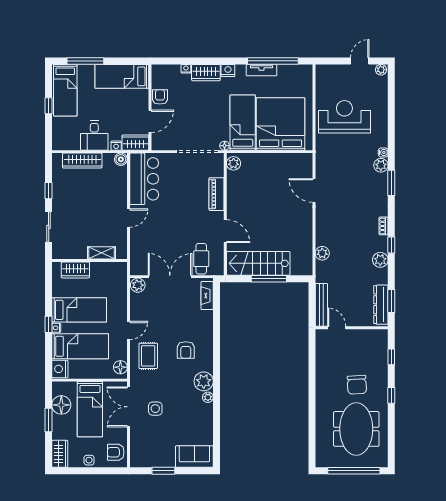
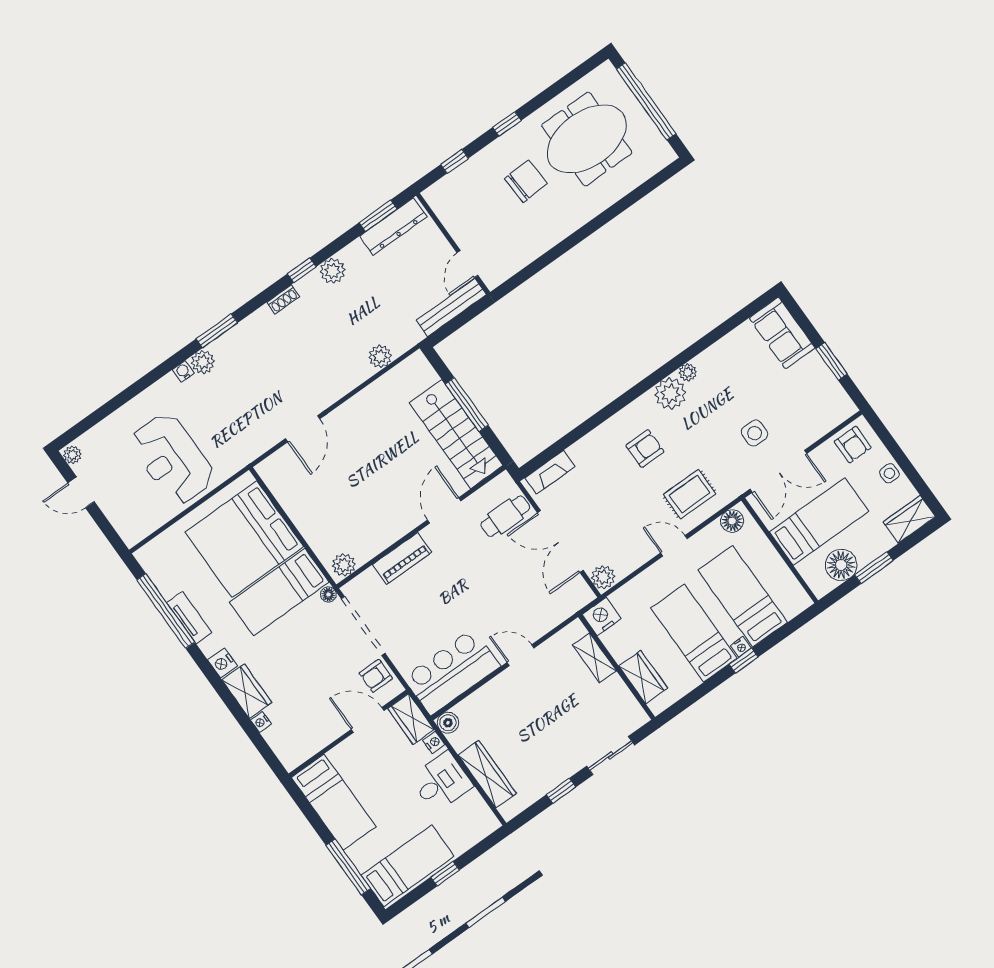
armchair: (160, 97) -> (376, 676), moved
nightstand: (60, 369) -> (602, 617), moved, turned 180

